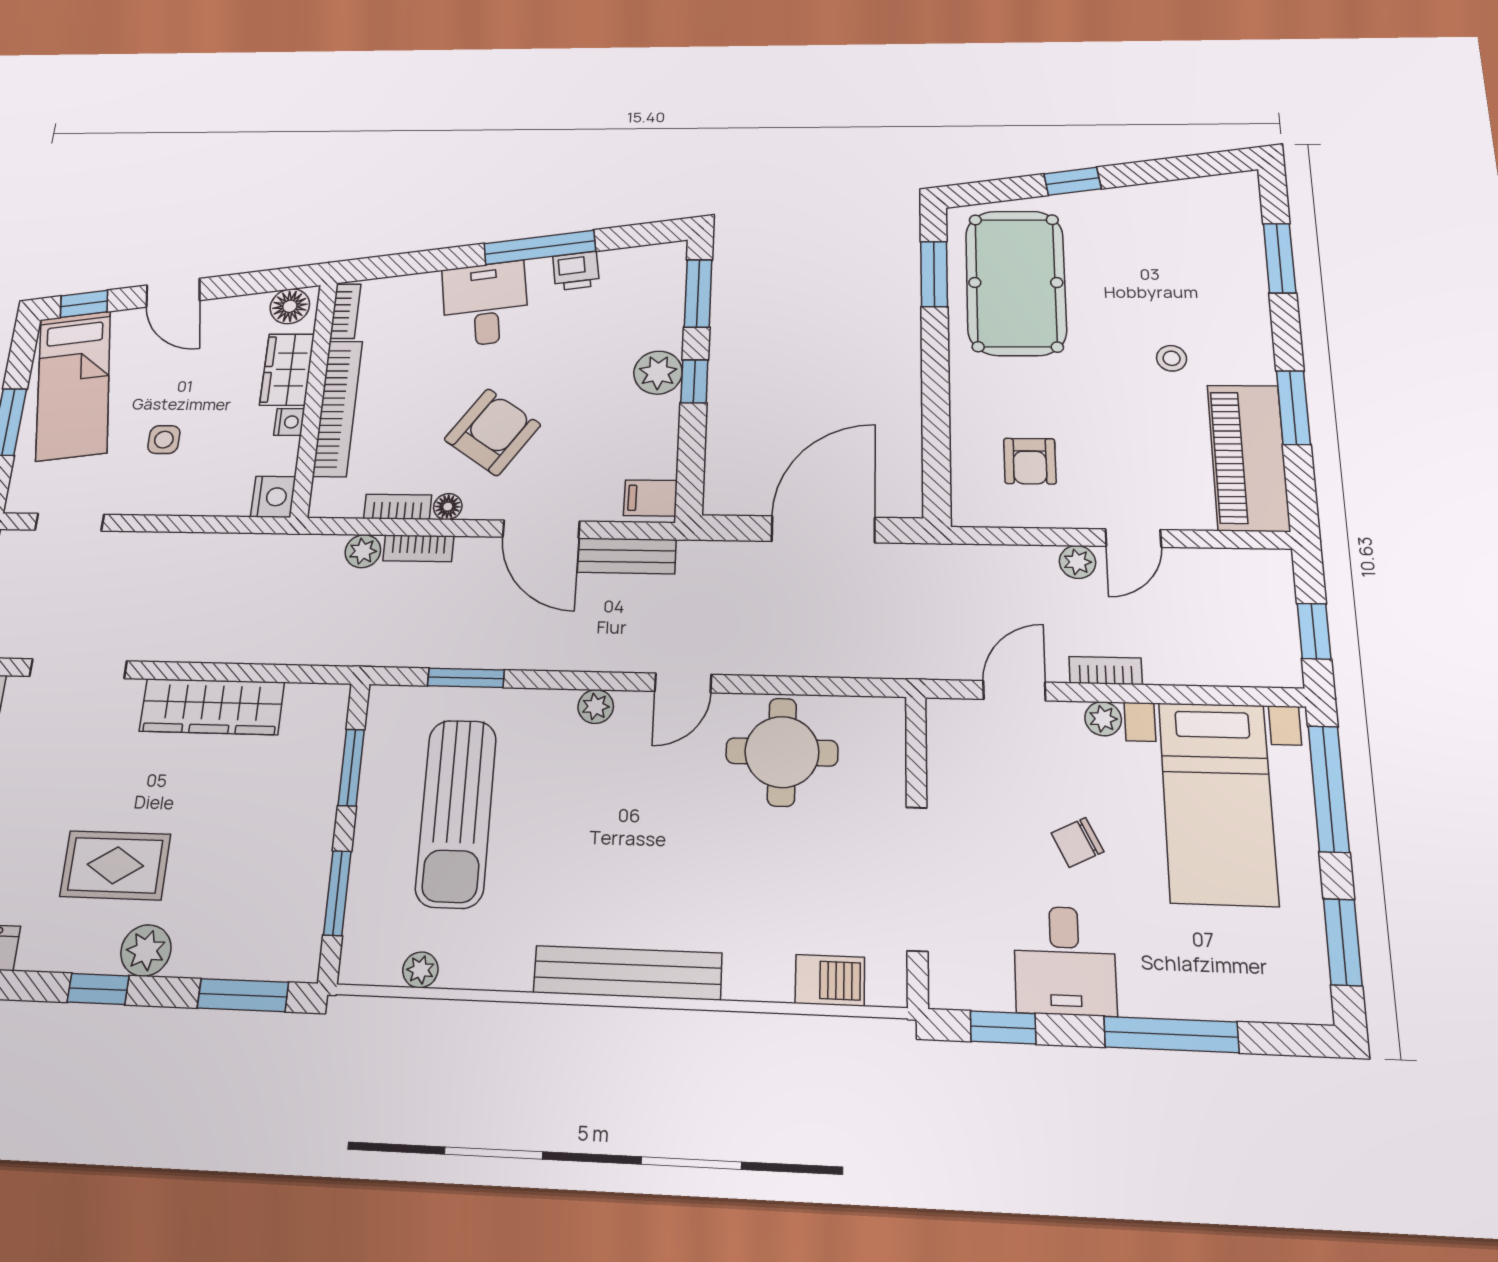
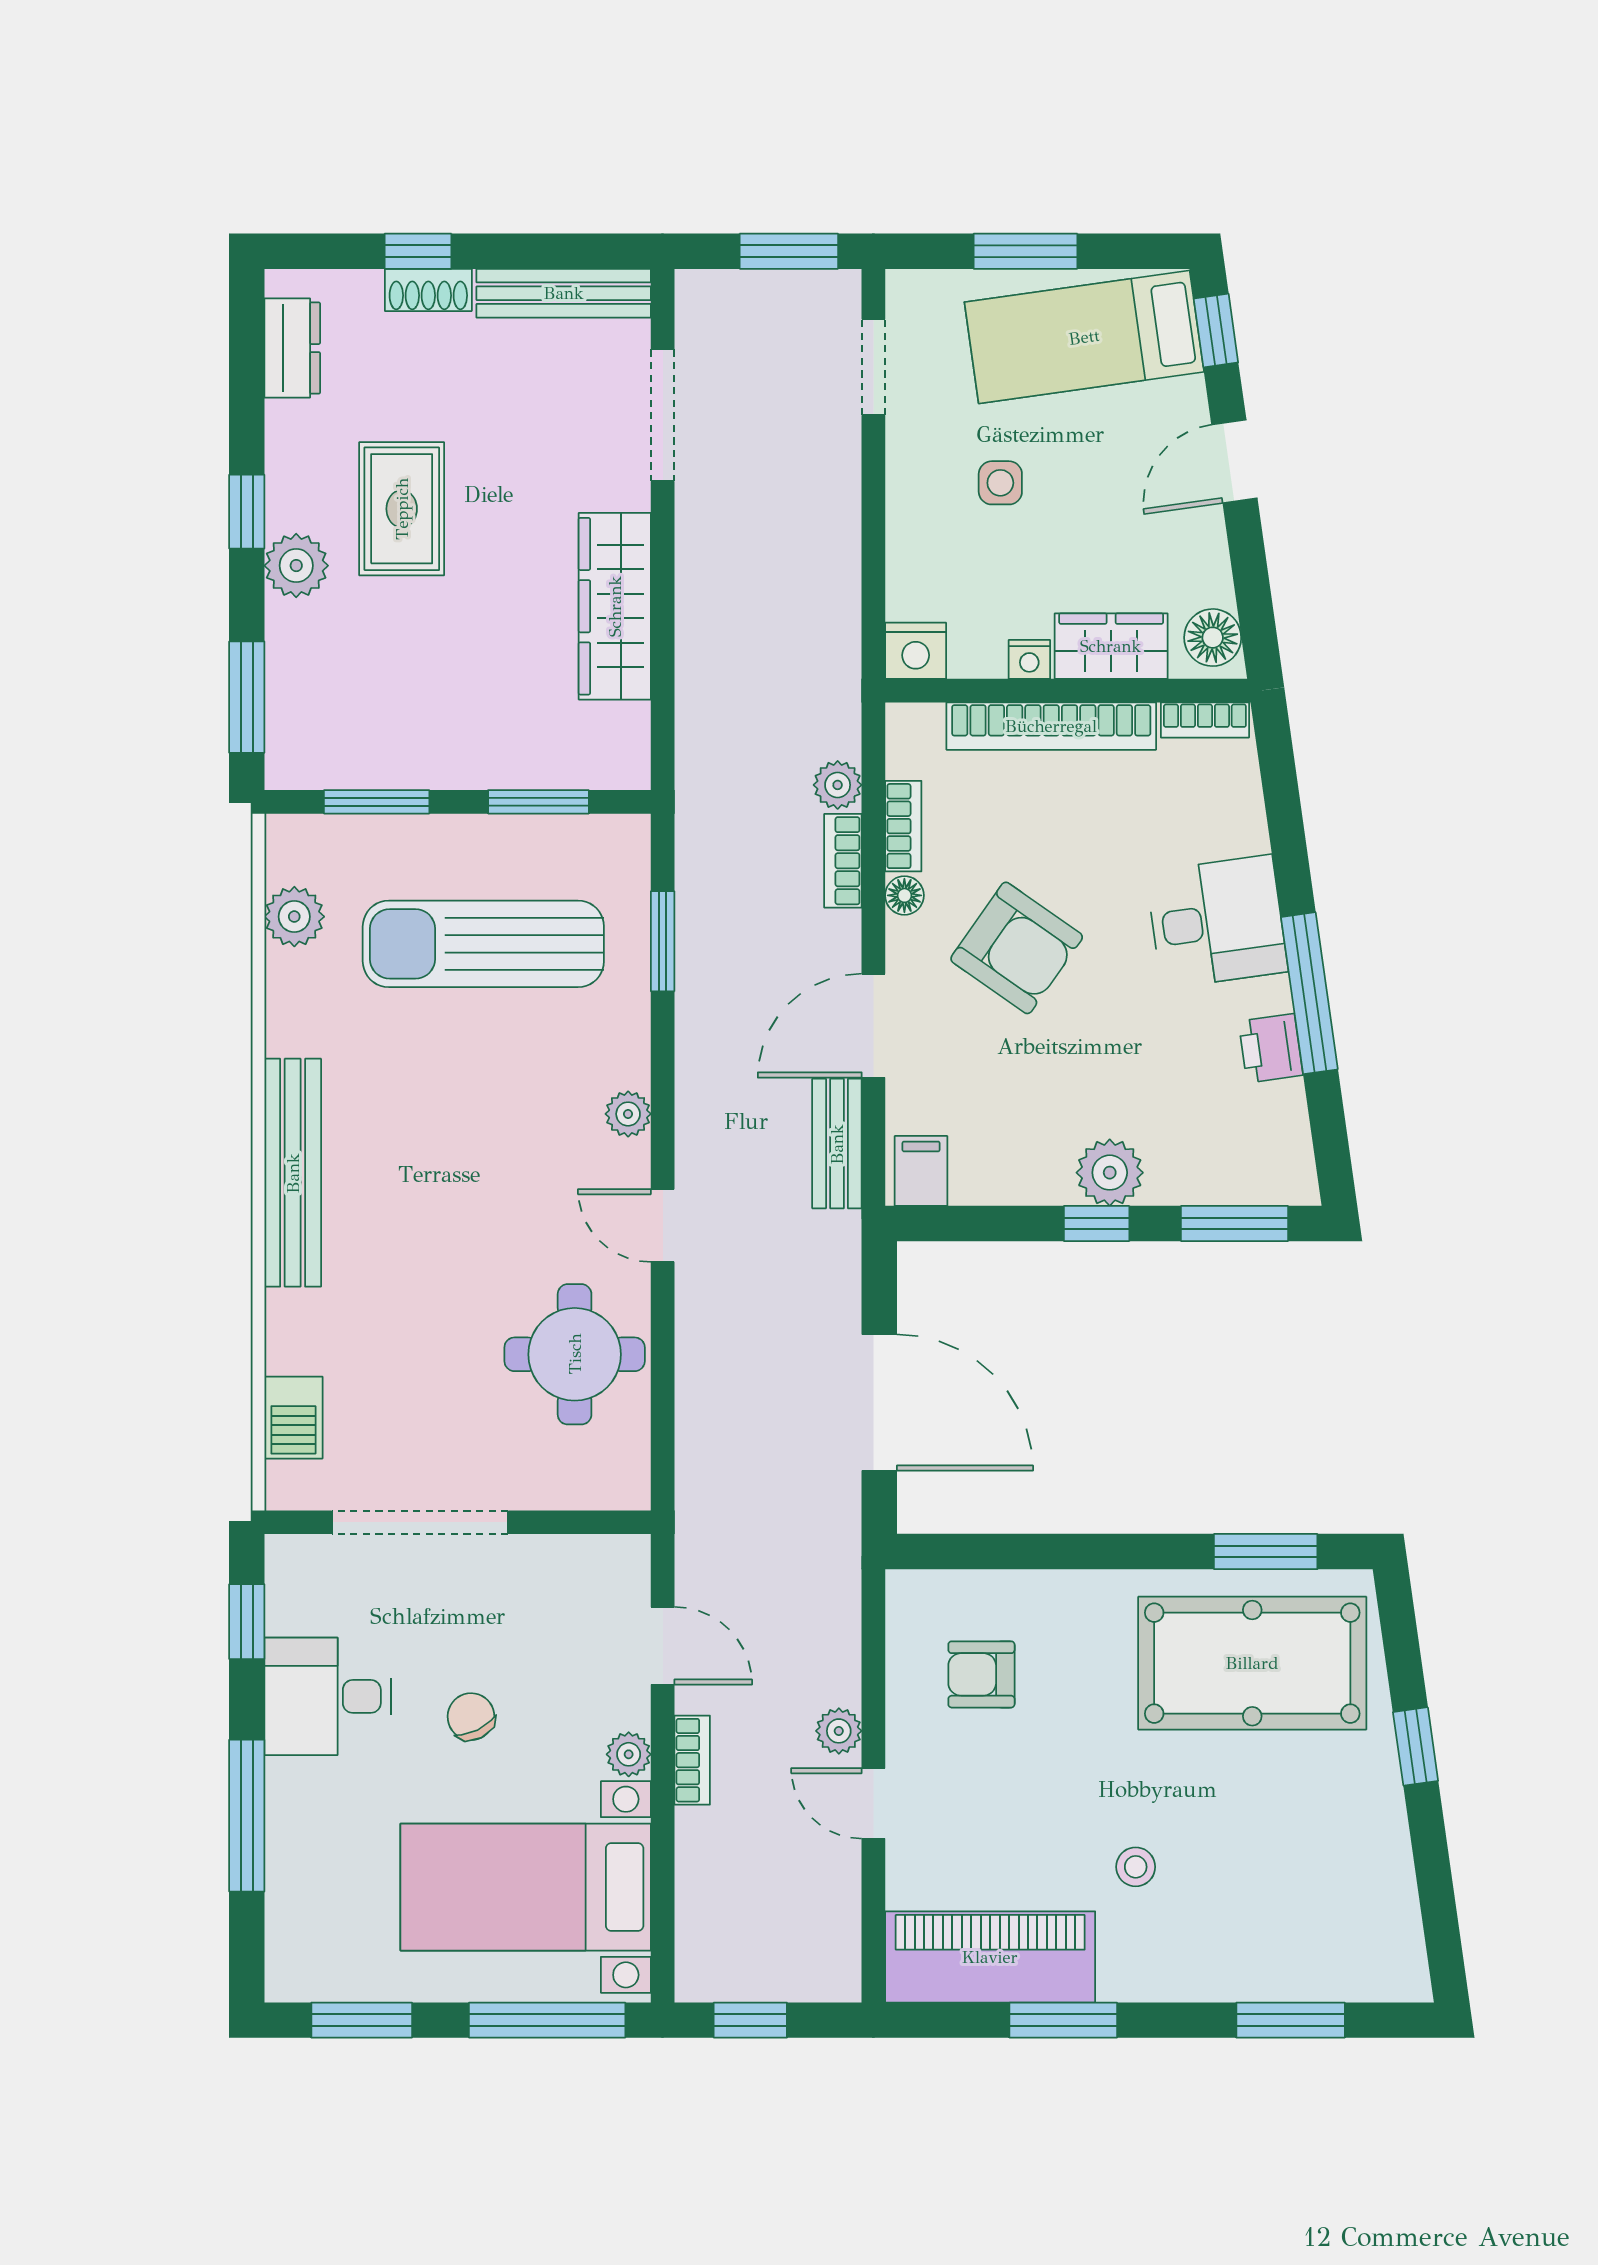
plant: (420, 970) -> (294, 917), width x1.38, depth x1.38

